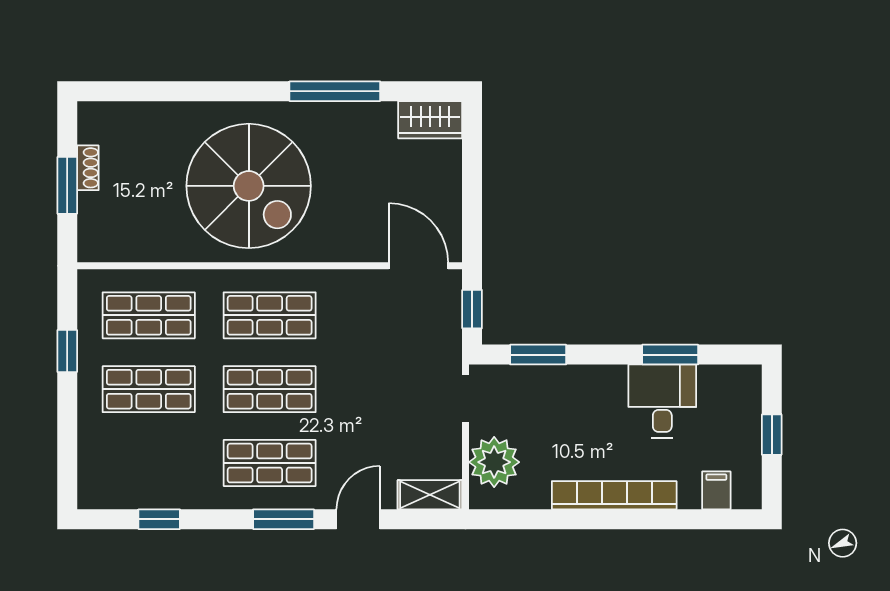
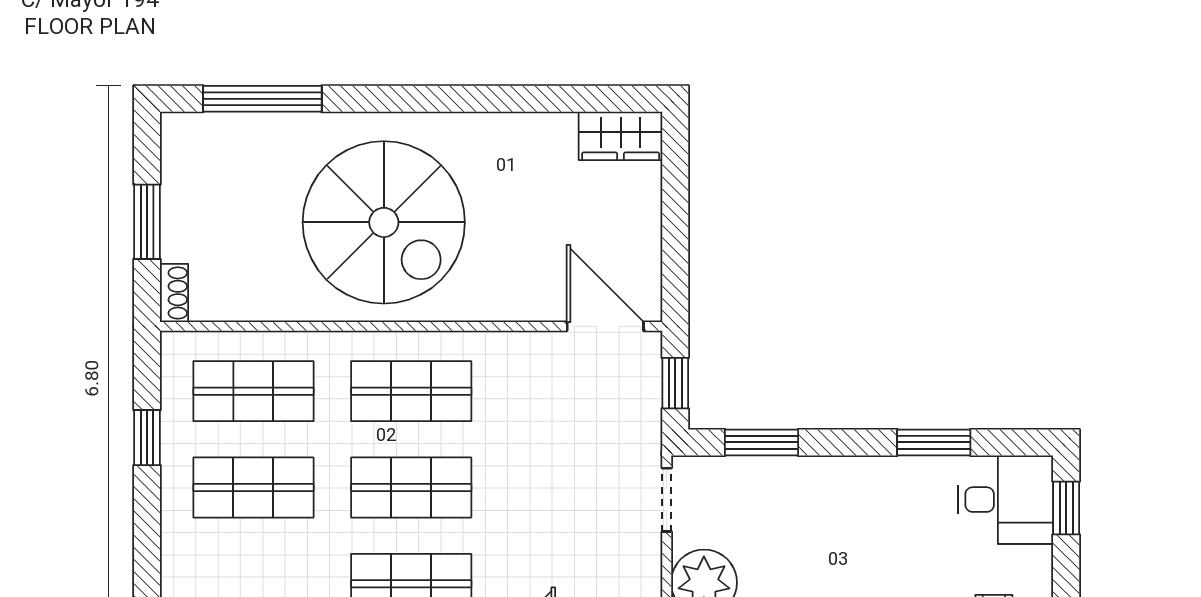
window: (335, 91) -> (262, 99), moved
shoe rack: (88, 168) -> (174, 293), moved
desk: (662, 401) -> (1005, 500), moved, turned 90
window: (772, 435) -> (1066, 508), moved

